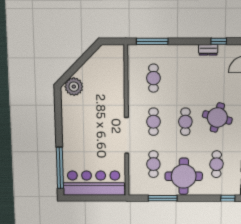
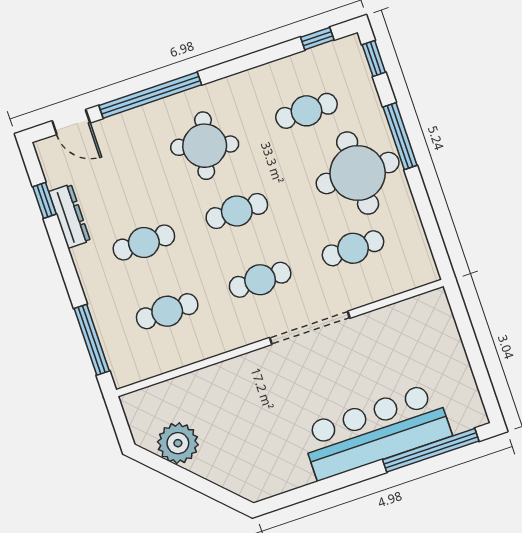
dresser: (208, 50) -> (69, 216), width x1.44
cafe table: (186, 78) -> (144, 242), added
plant: (74, 87) -> (178, 443), moved
bar counter: (94, 183) -> (376, 431), moved, turned 90
window: (163, 198) -> (400, 136), moved

